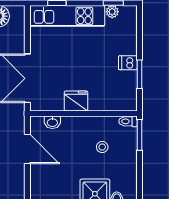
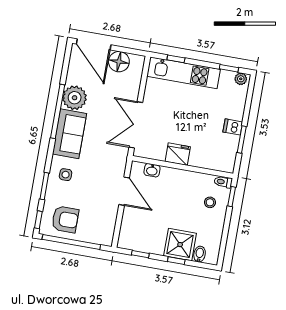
plant: (112, 12) -> (241, 79), moved
window: (139, 135) -> (232, 197), width x0.67
stool: (102, 147) -> (210, 202), moved

